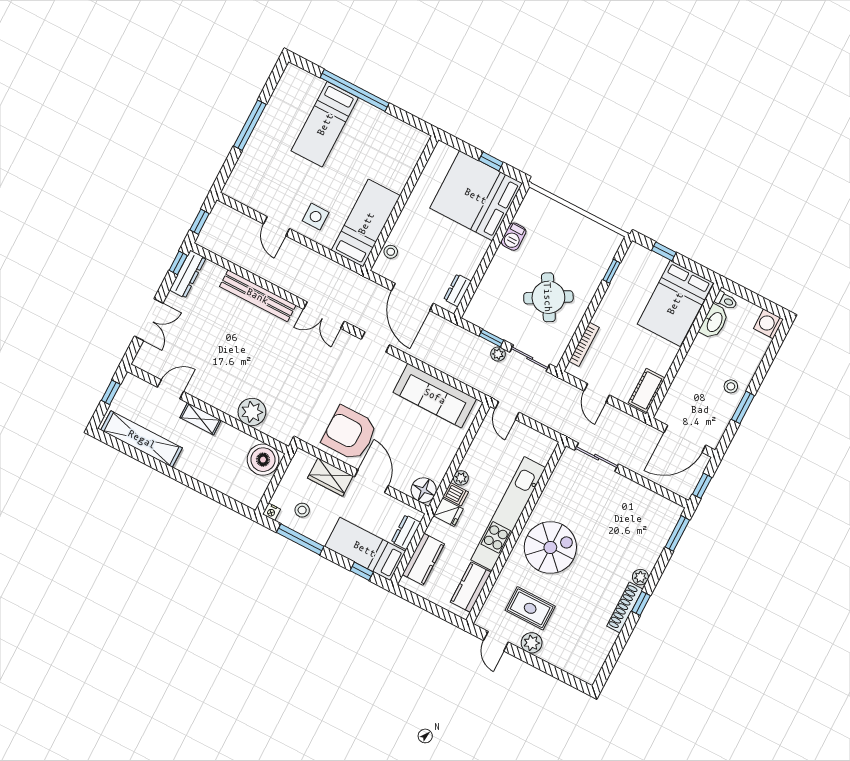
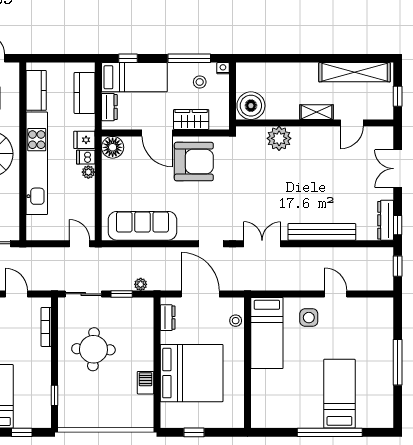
bed: (476, 196) -> (192, 373), moved
round table: (548, 297) -> (93, 349), turned 32
plant: (498, 354) -> (141, 284), moved

